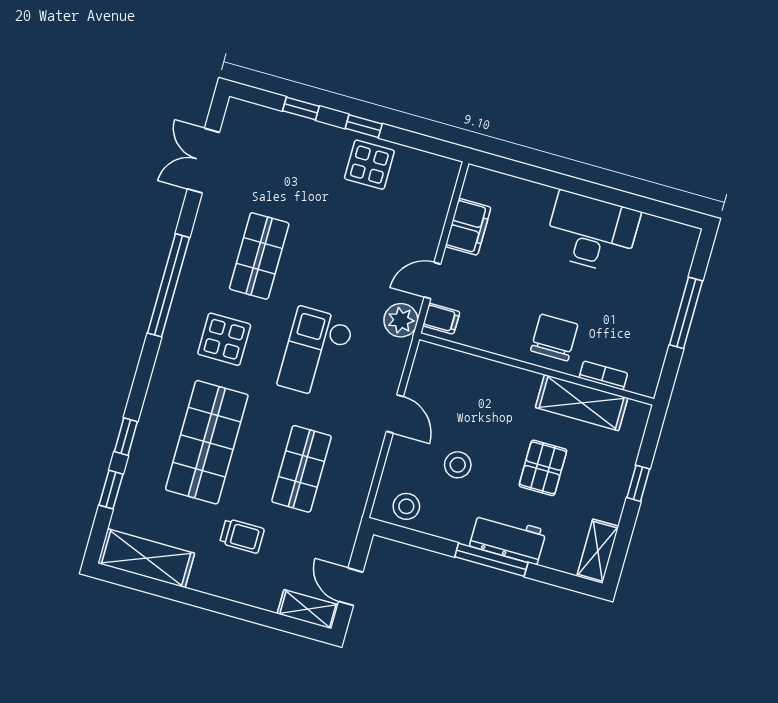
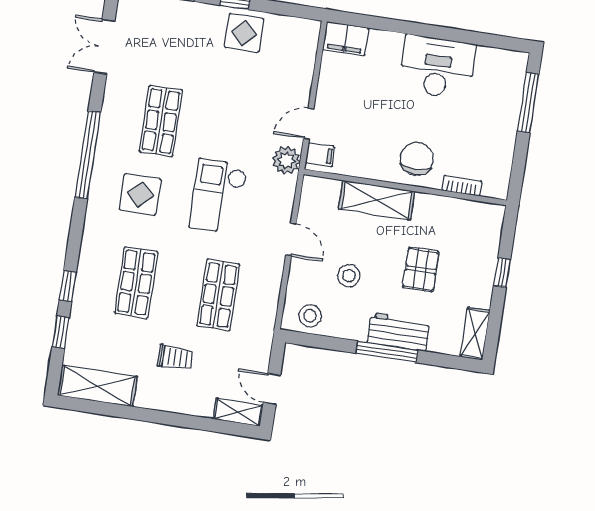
filing cabinet: (468, 227) -> (346, 39), moved, turned 90
window: (686, 313) -> (528, 103), moved
shelving: (582, 403) -> (377, 200), moved
shop shelf: (207, 442) -> (136, 283), width x0.70, depth x0.74

